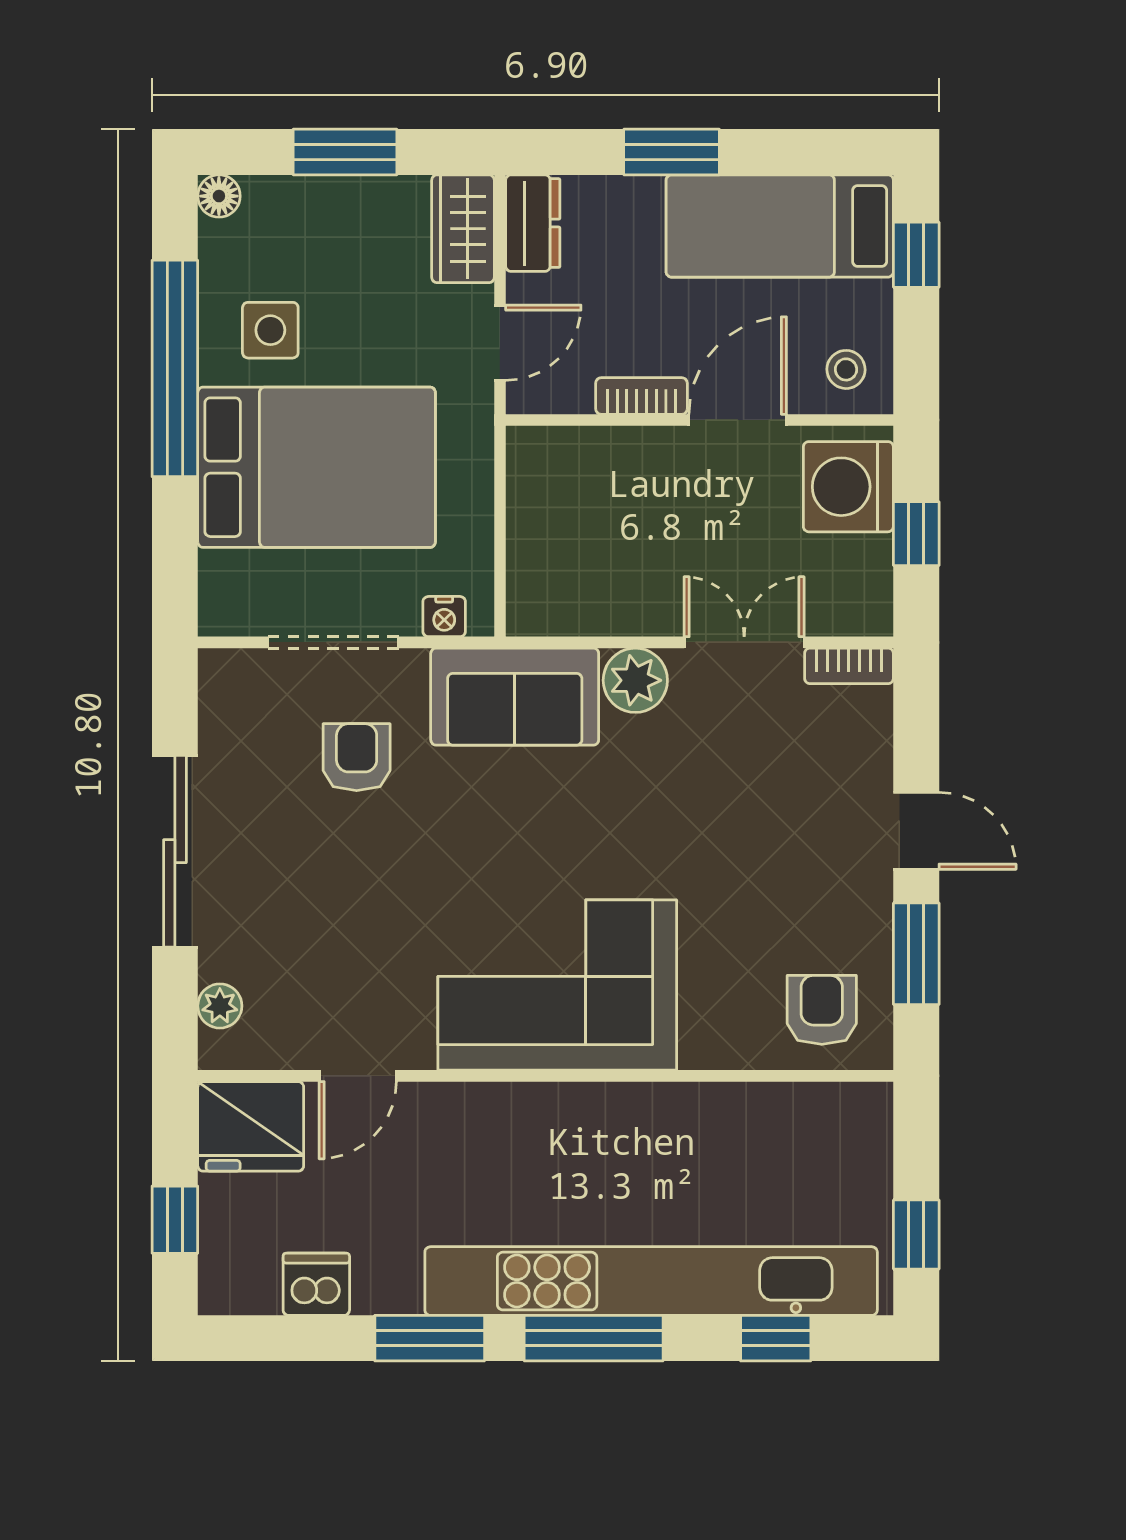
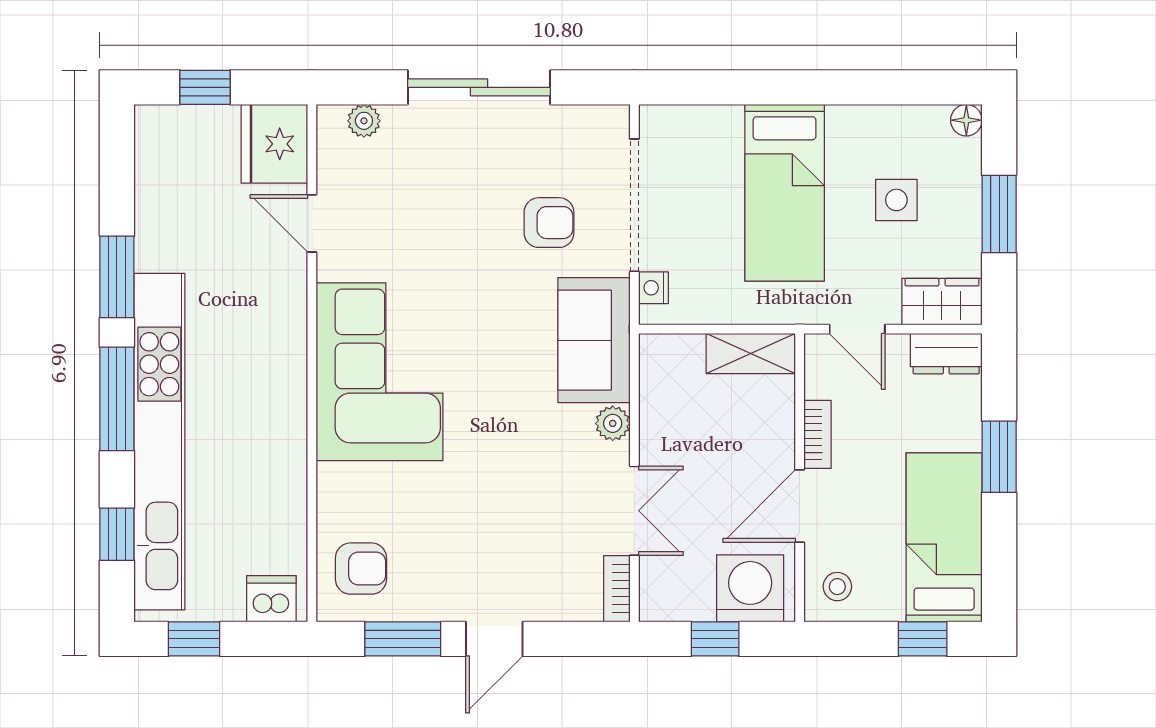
side table: (270, 330) -> (896, 200), moved
window: (175, 368) -> (838, 87), removed
door: (738, 420) -> (800, 506), swing flipped
bed: (317, 467) -> (785, 193), width x0.67
shelving: (533, 486) -> (751, 354), added
doorway: (333, 642) -> (634, 205), width x1.36
plant: (635, 680) -> (613, 423), width x0.73, depth x0.73
dishwasher: (316, 1284) -> (271, 599), moved, turned -90

